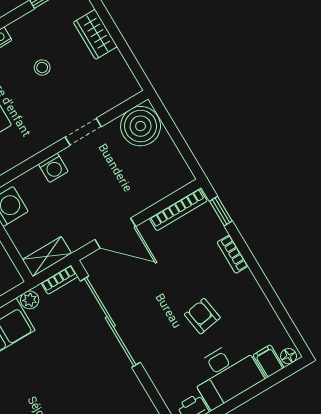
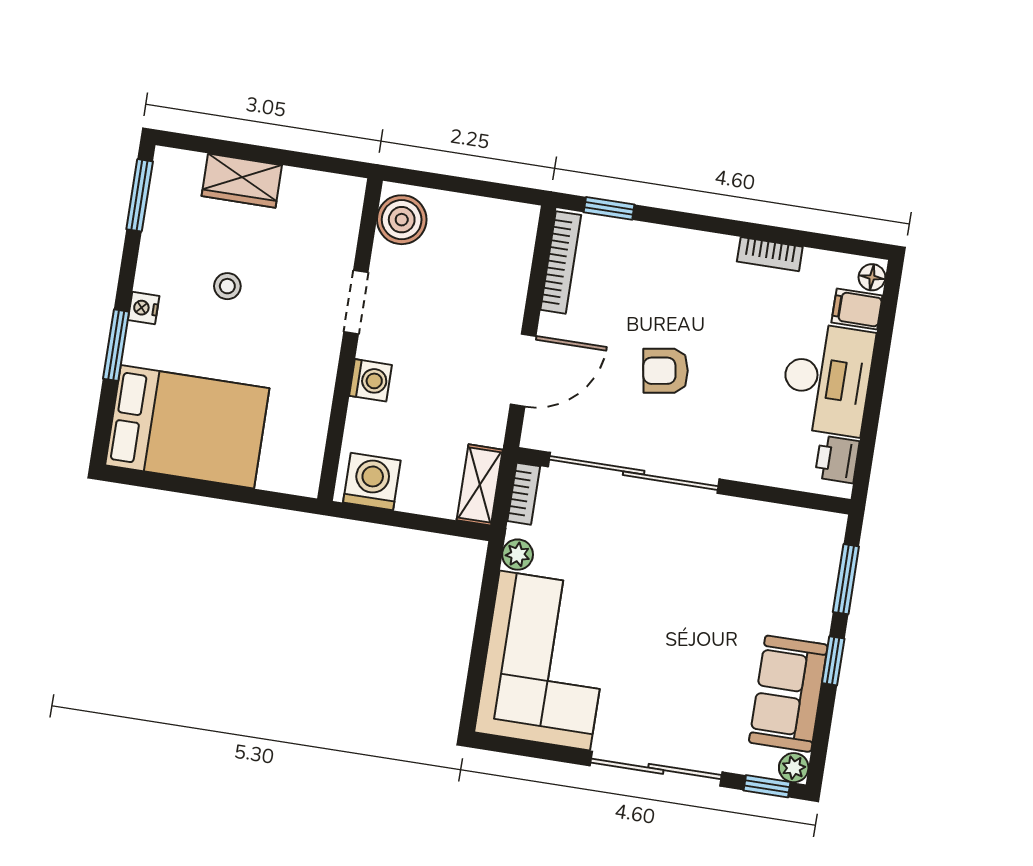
boiler: (141, 126) -> (402, 220), width x0.73, depth x0.73
bookcase: (233, 254) -> (770, 254), moved
armchair: (202, 316) -> (666, 371), moved

